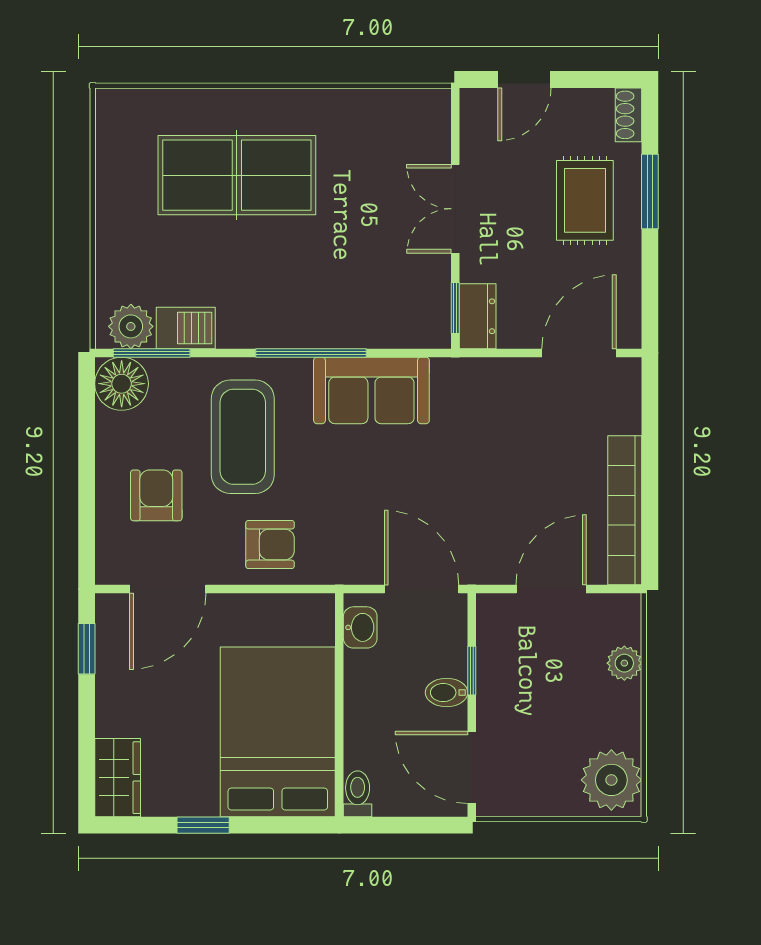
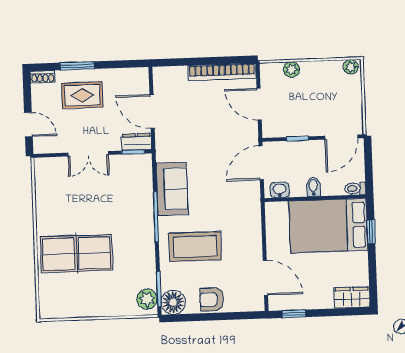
table tennis table: (237, 175) -> (77, 253), turned 90
barbecue: (186, 328) -> (147, 274), removed
door: (579, 353) -> (152, 111), moved
armchair: (156, 495) -> (212, 299), moved
armchair: (270, 545) -> (244, 232), removed
bidet: (447, 693) -> (313, 187), moved, turned 180
plant: (611, 780) -> (351, 67), width x0.53, depth x0.53
window: (203, 825) -> (371, 232), moved

